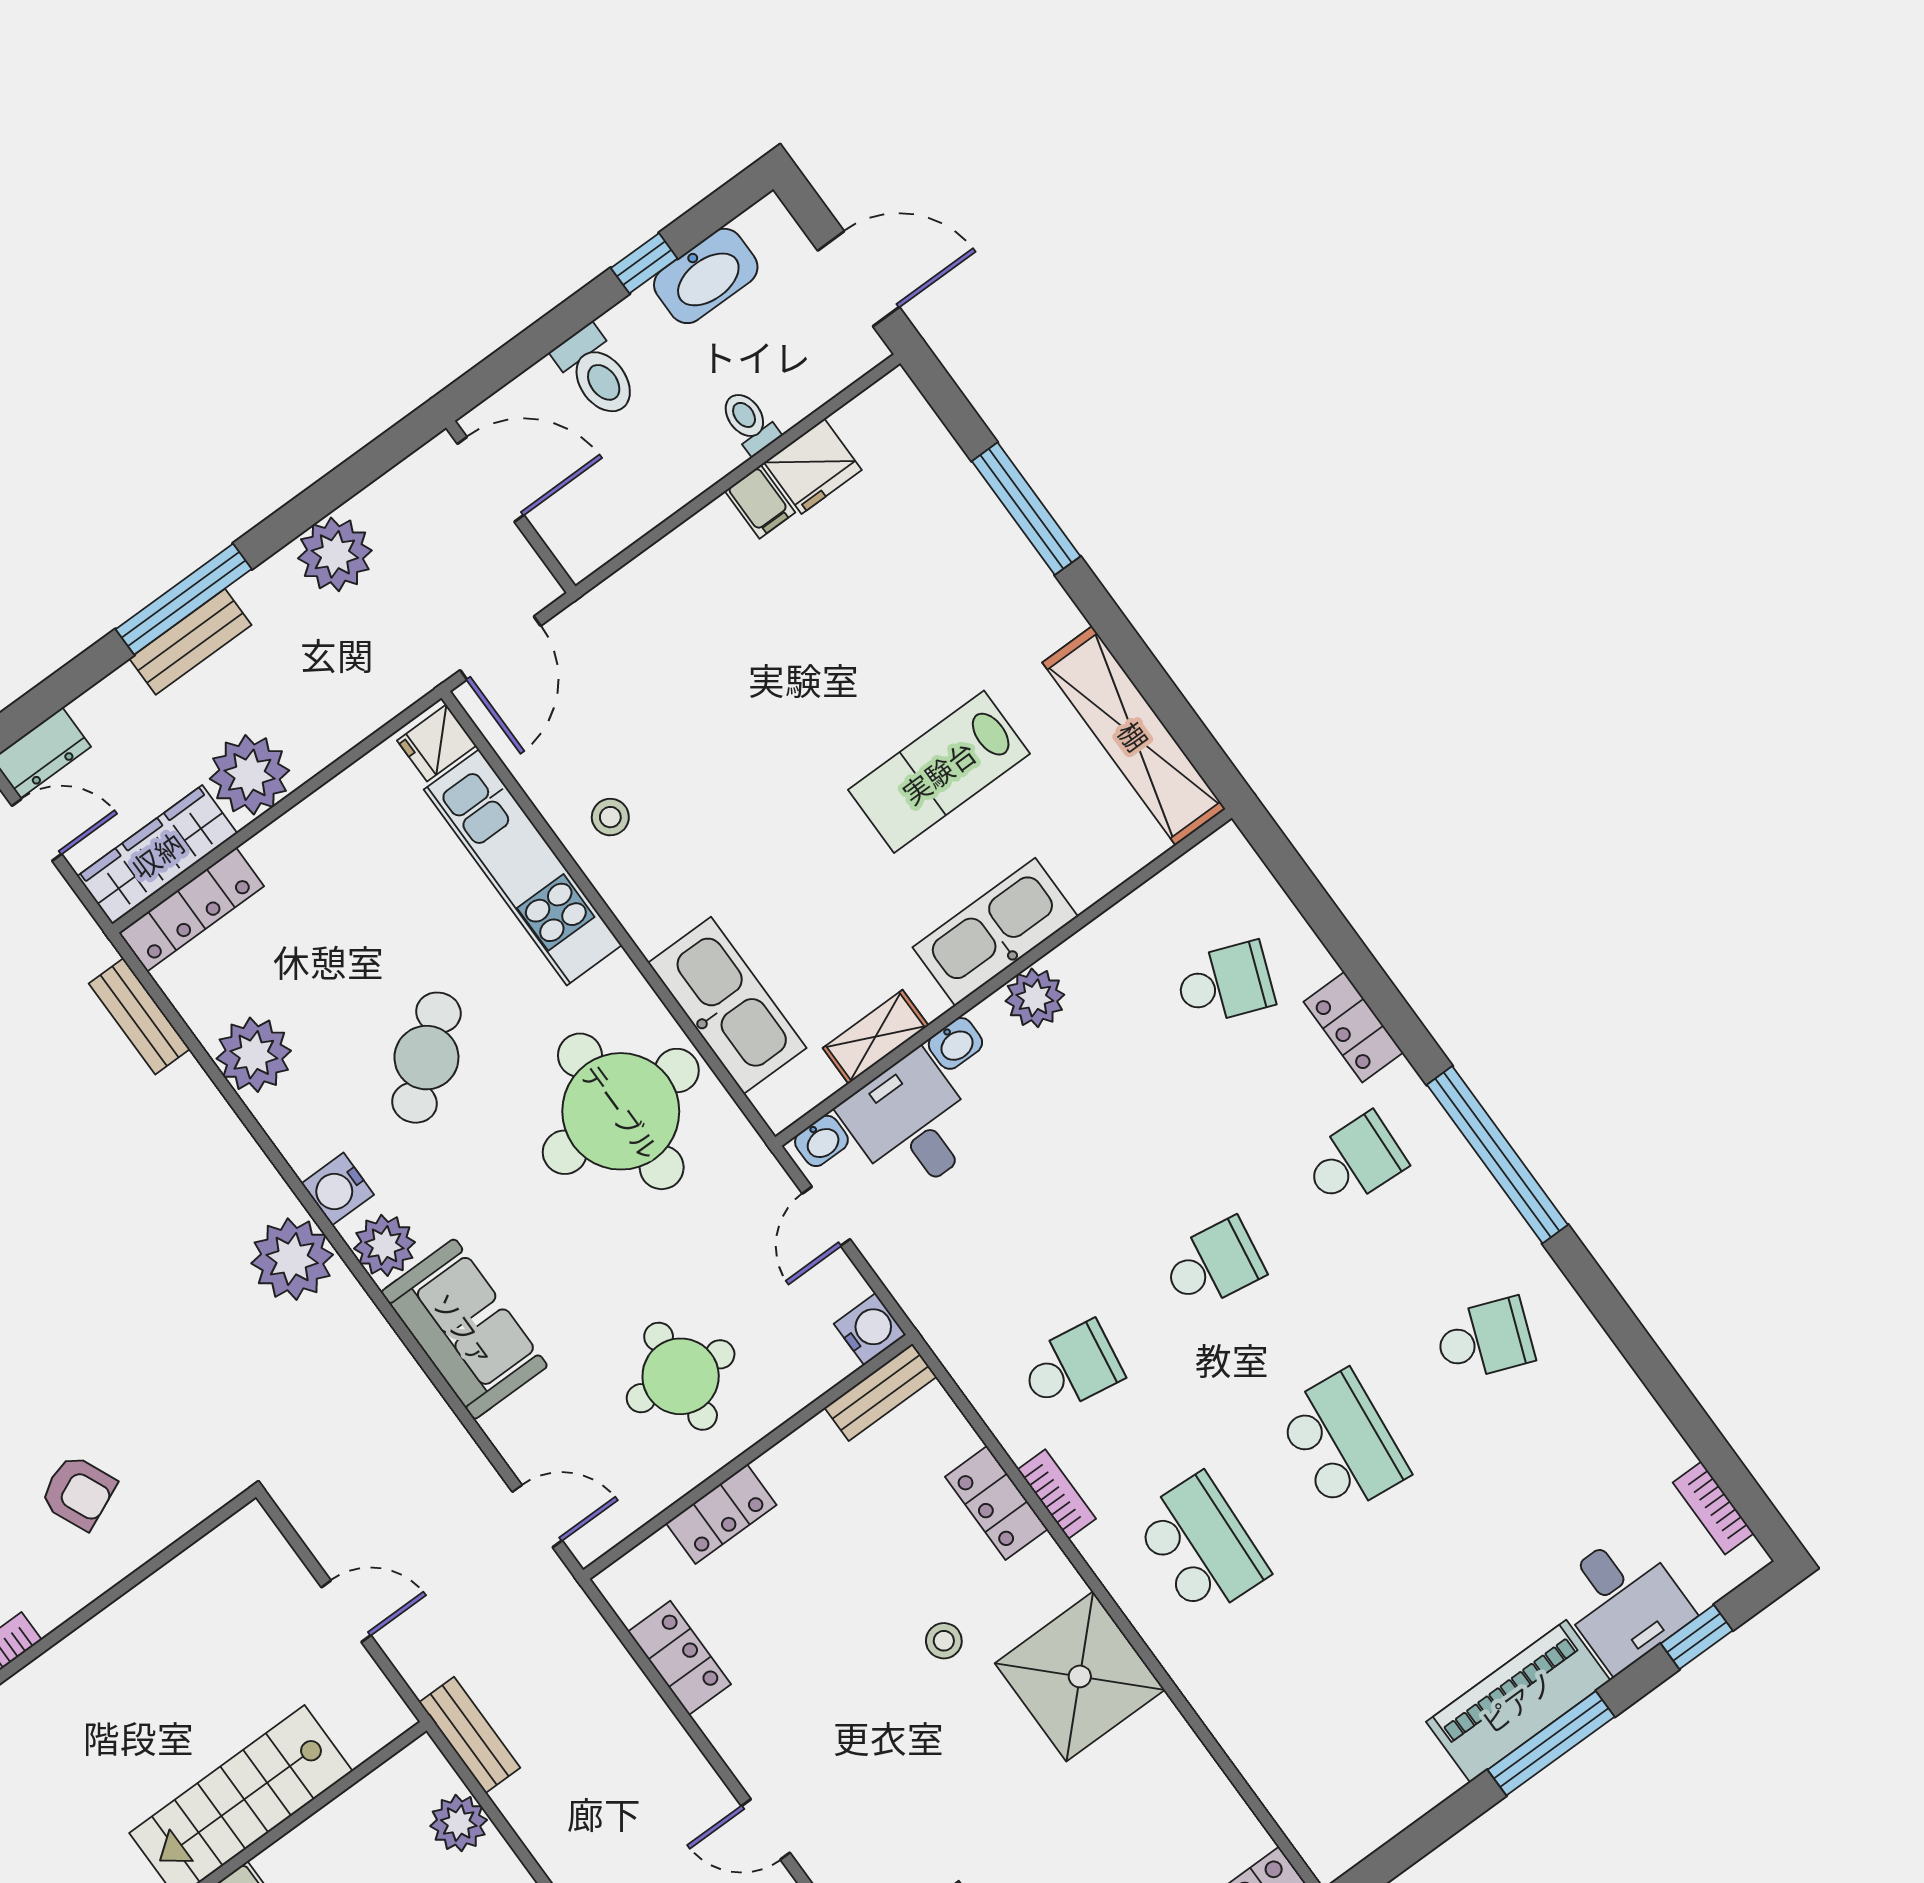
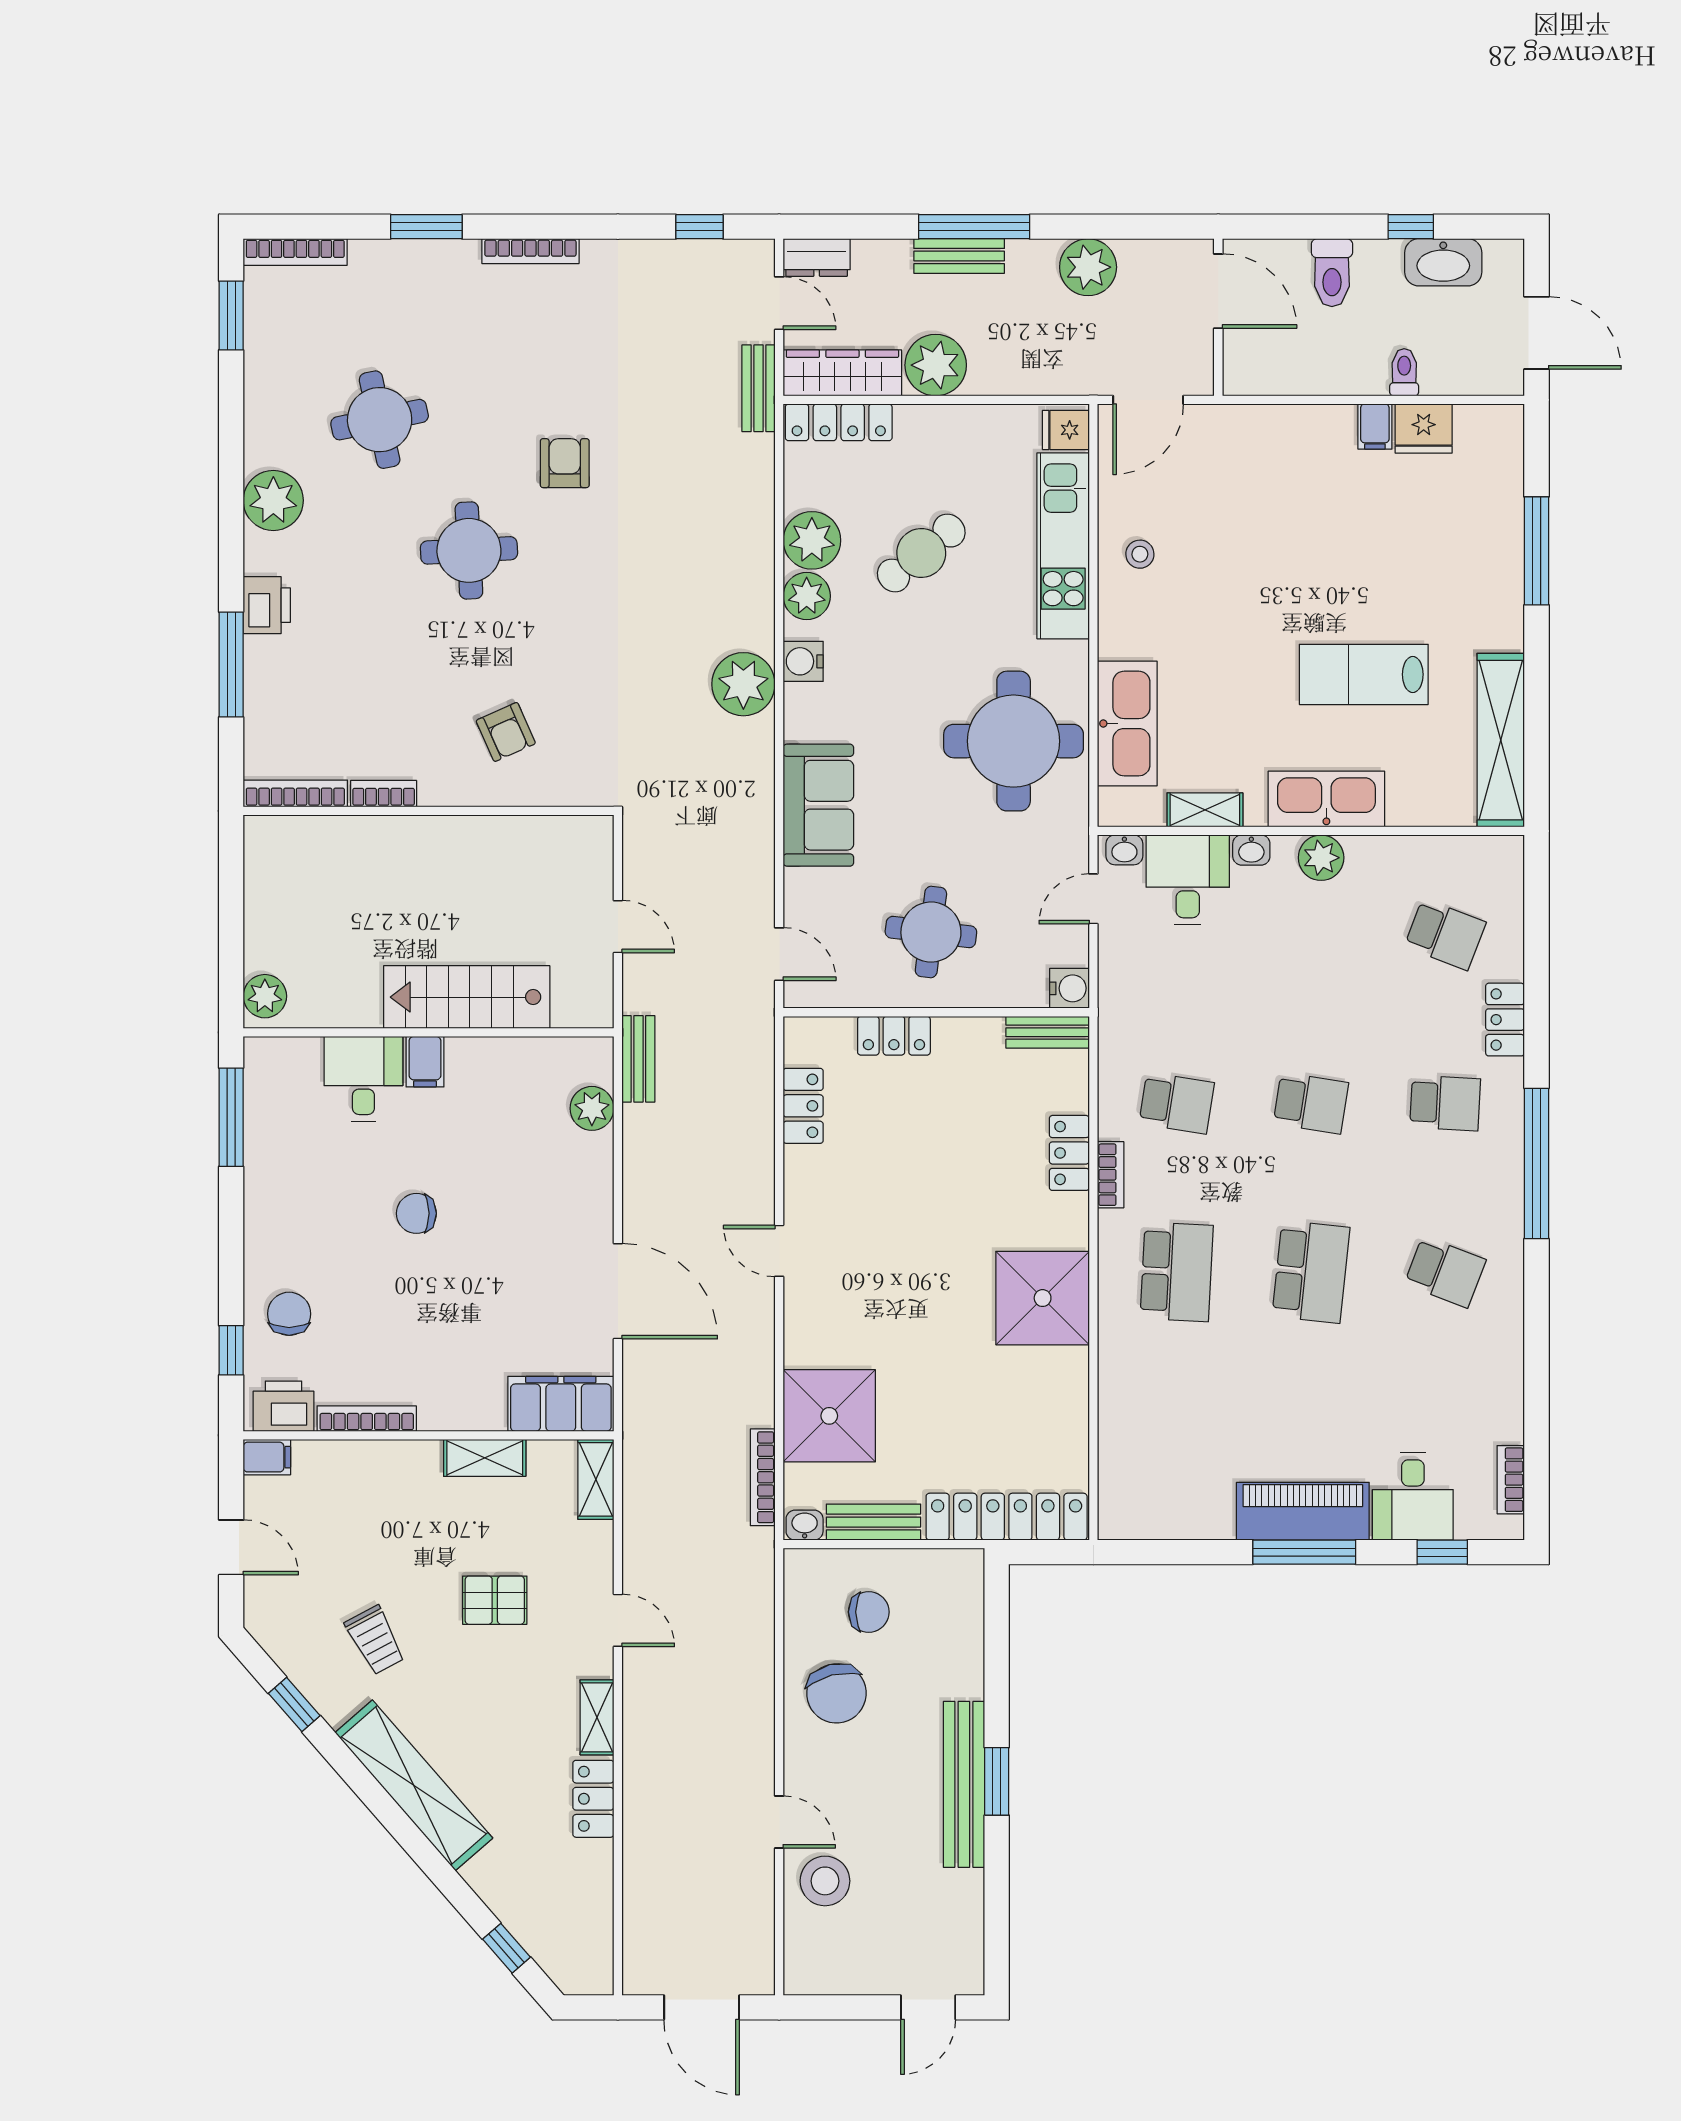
bench: (139, 1016) -> (759, 388), moved
cafe table: (426, 1058) -> (921, 553), moved
plant: (384, 1245) -> (807, 596), moved
stool: (944, 1641) -> (975, 1215), removed

